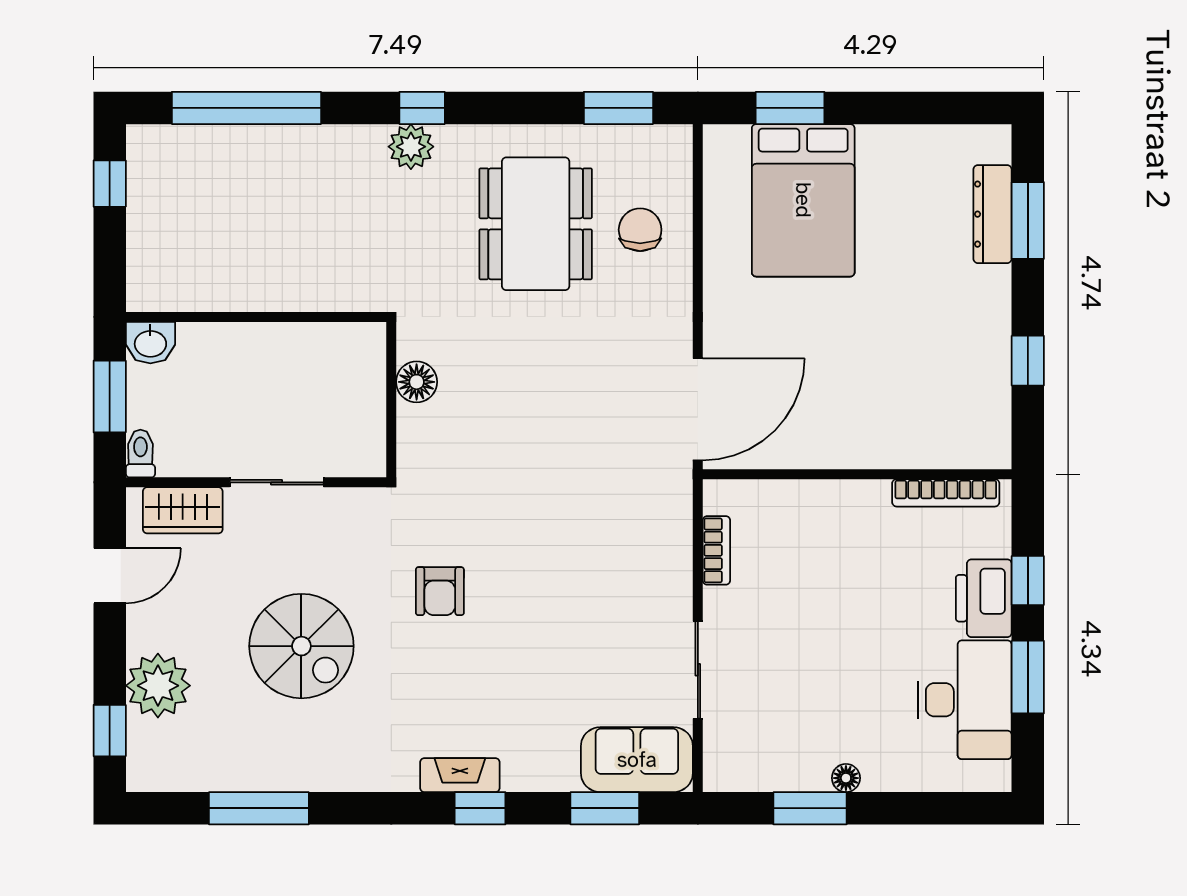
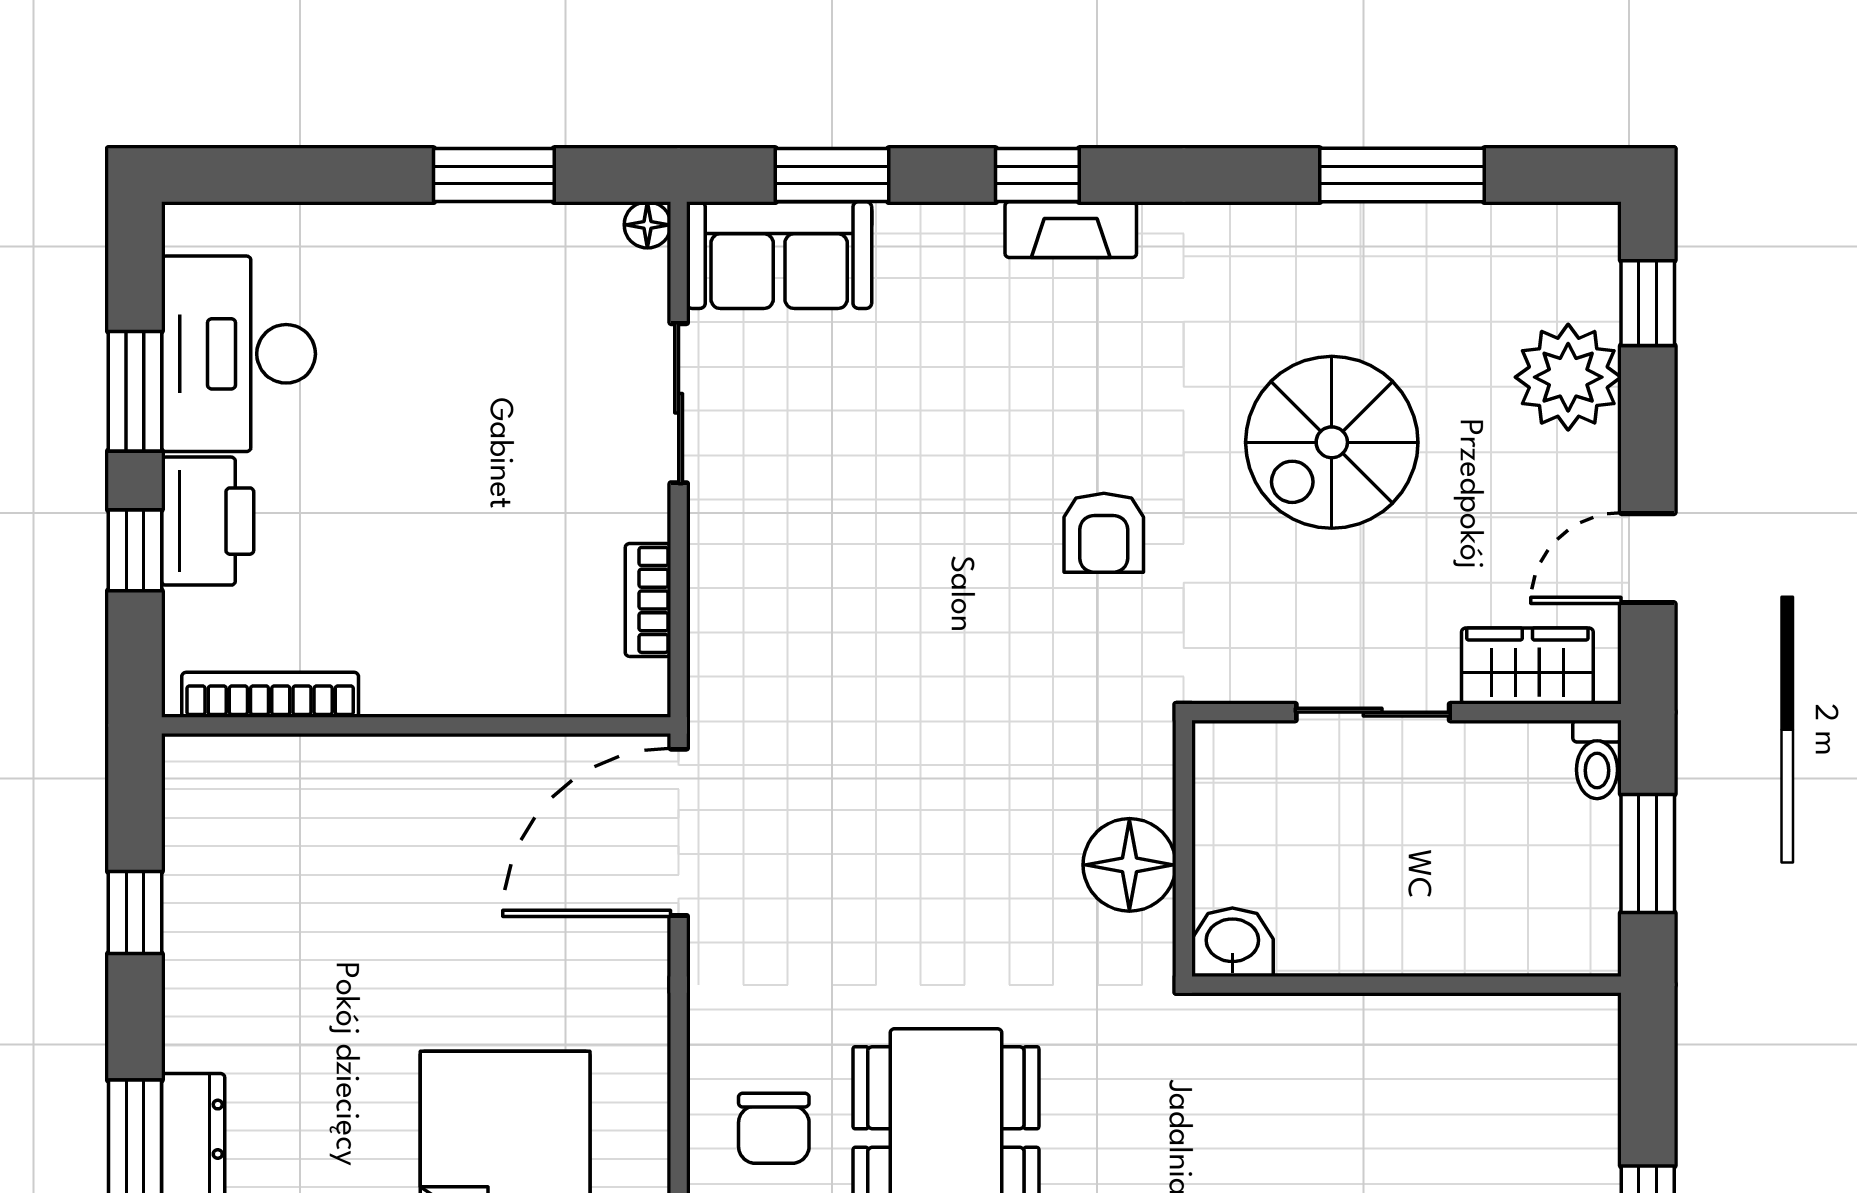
washbasin: (150, 343) -> (1232, 942), moved
floor lamp: (417, 382) -> (1129, 865), width x1.38, depth x1.38
armchair: (440, 591) -> (1104, 533), turned 180
spiral stairs: (301, 646) -> (1332, 442), turned -90
floor lamp: (846, 778) -> (647, 225), moved

